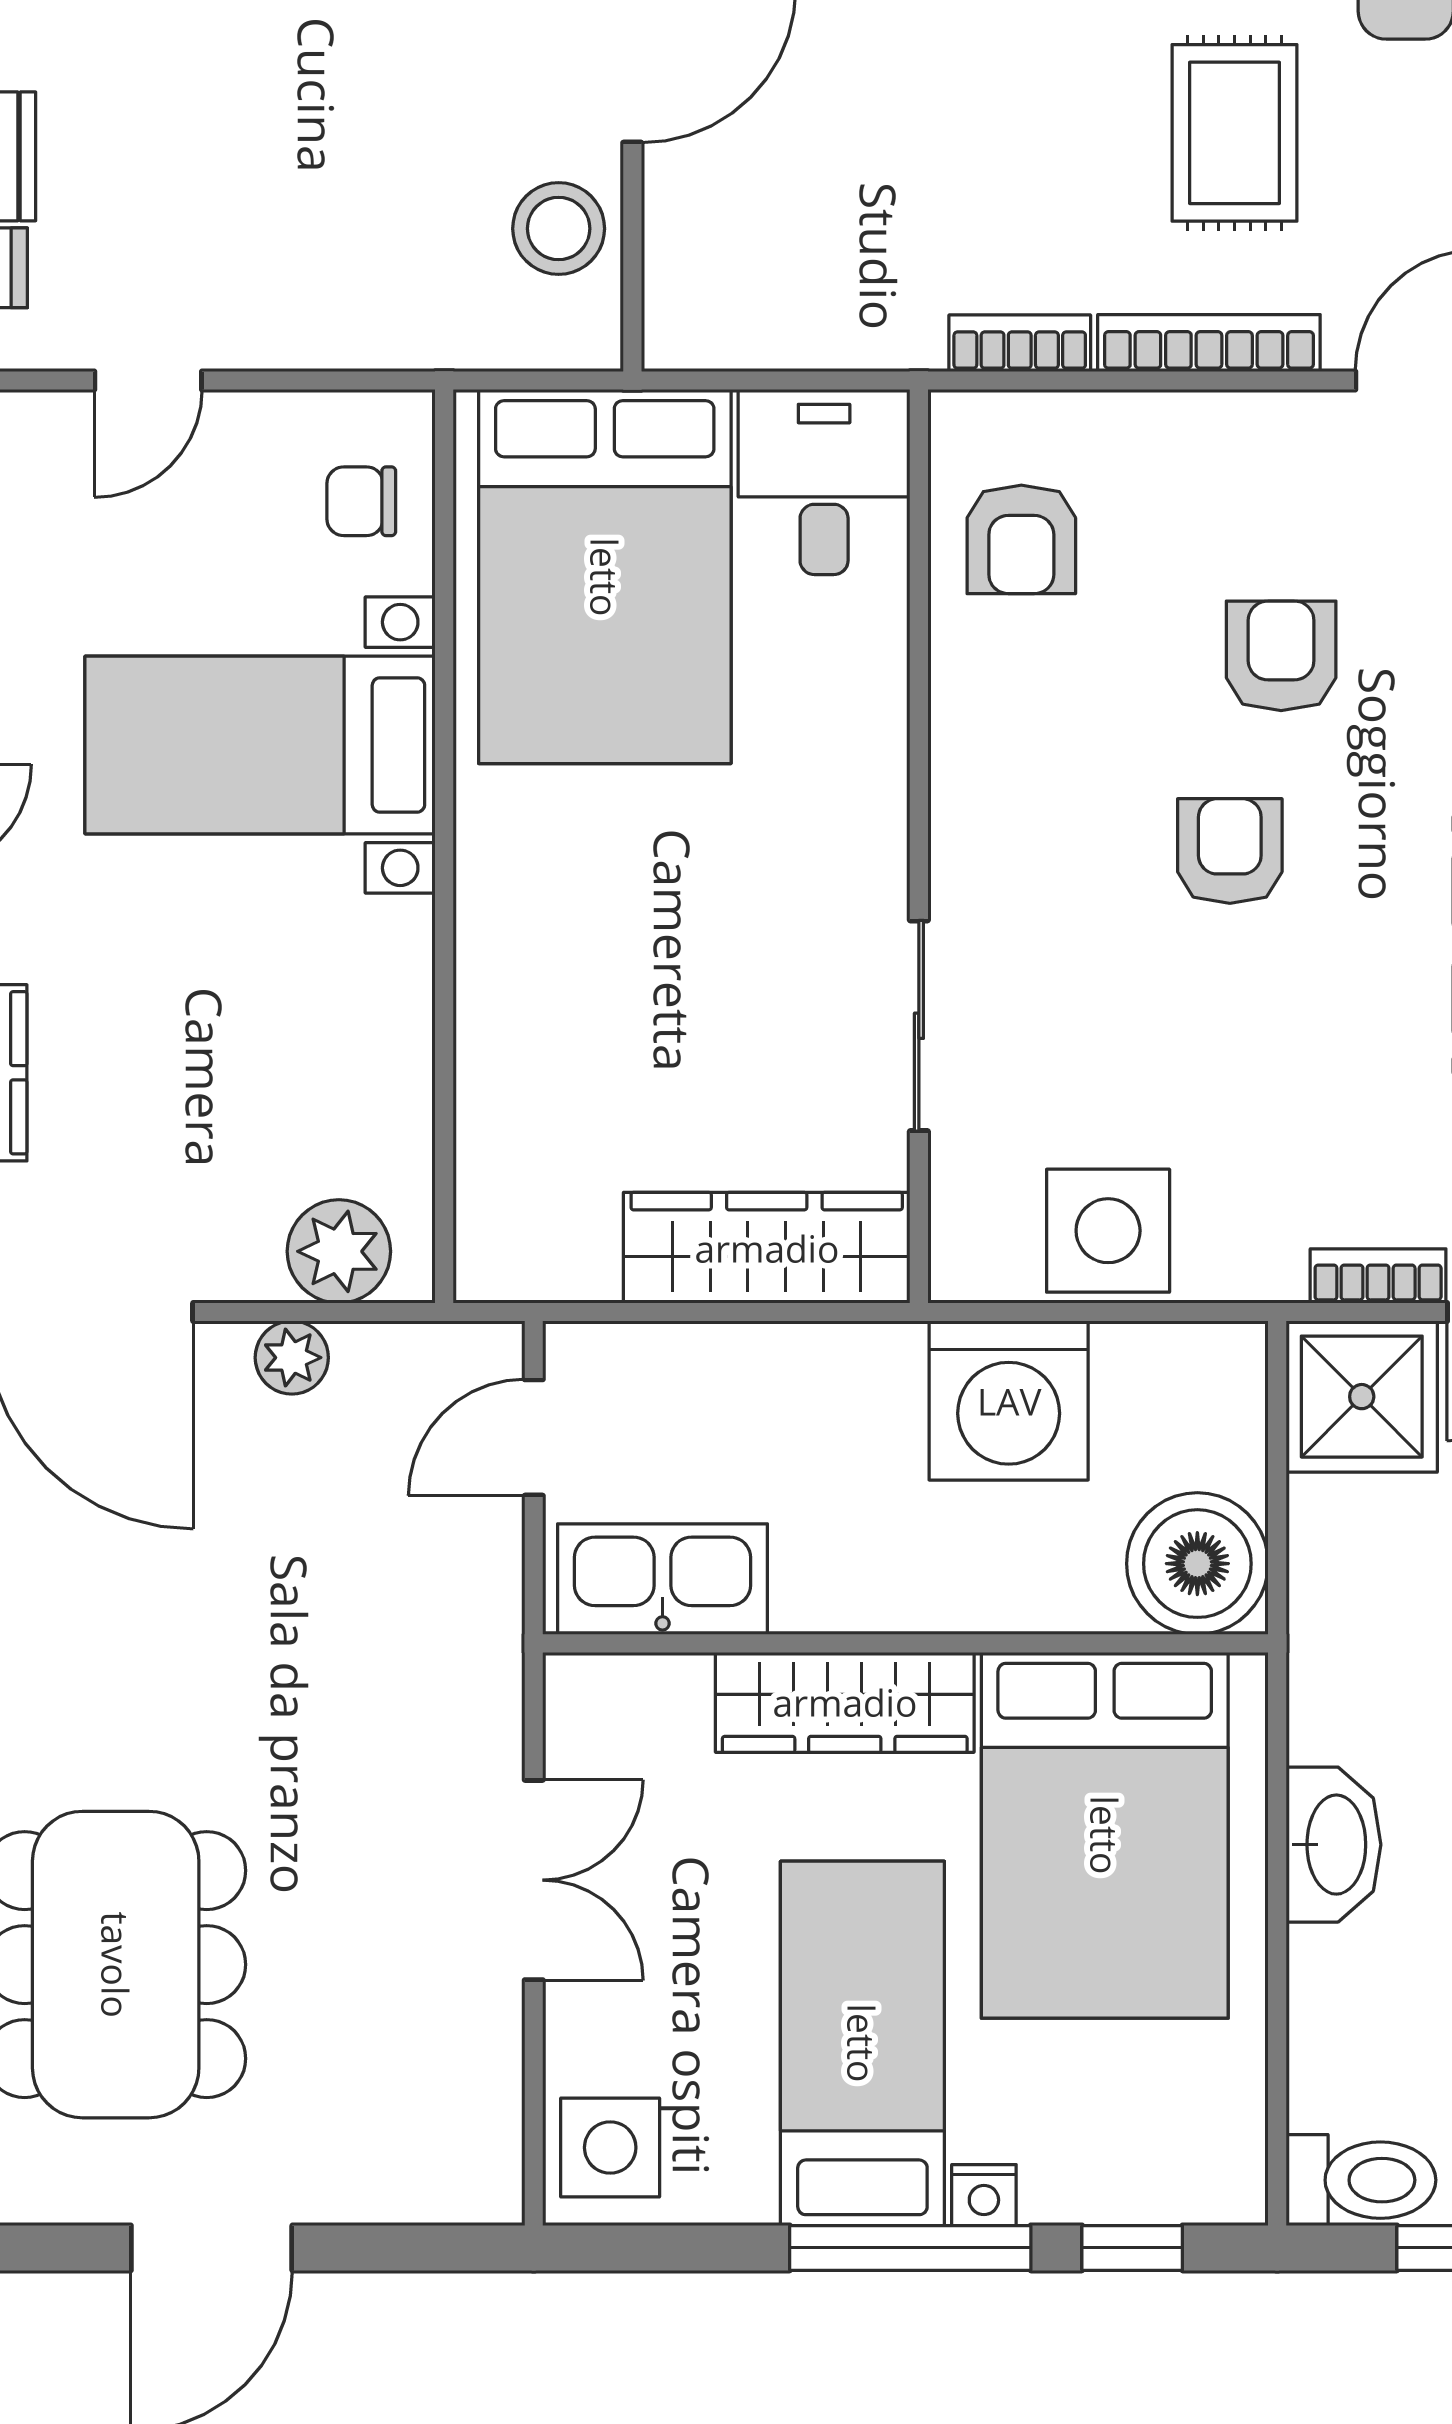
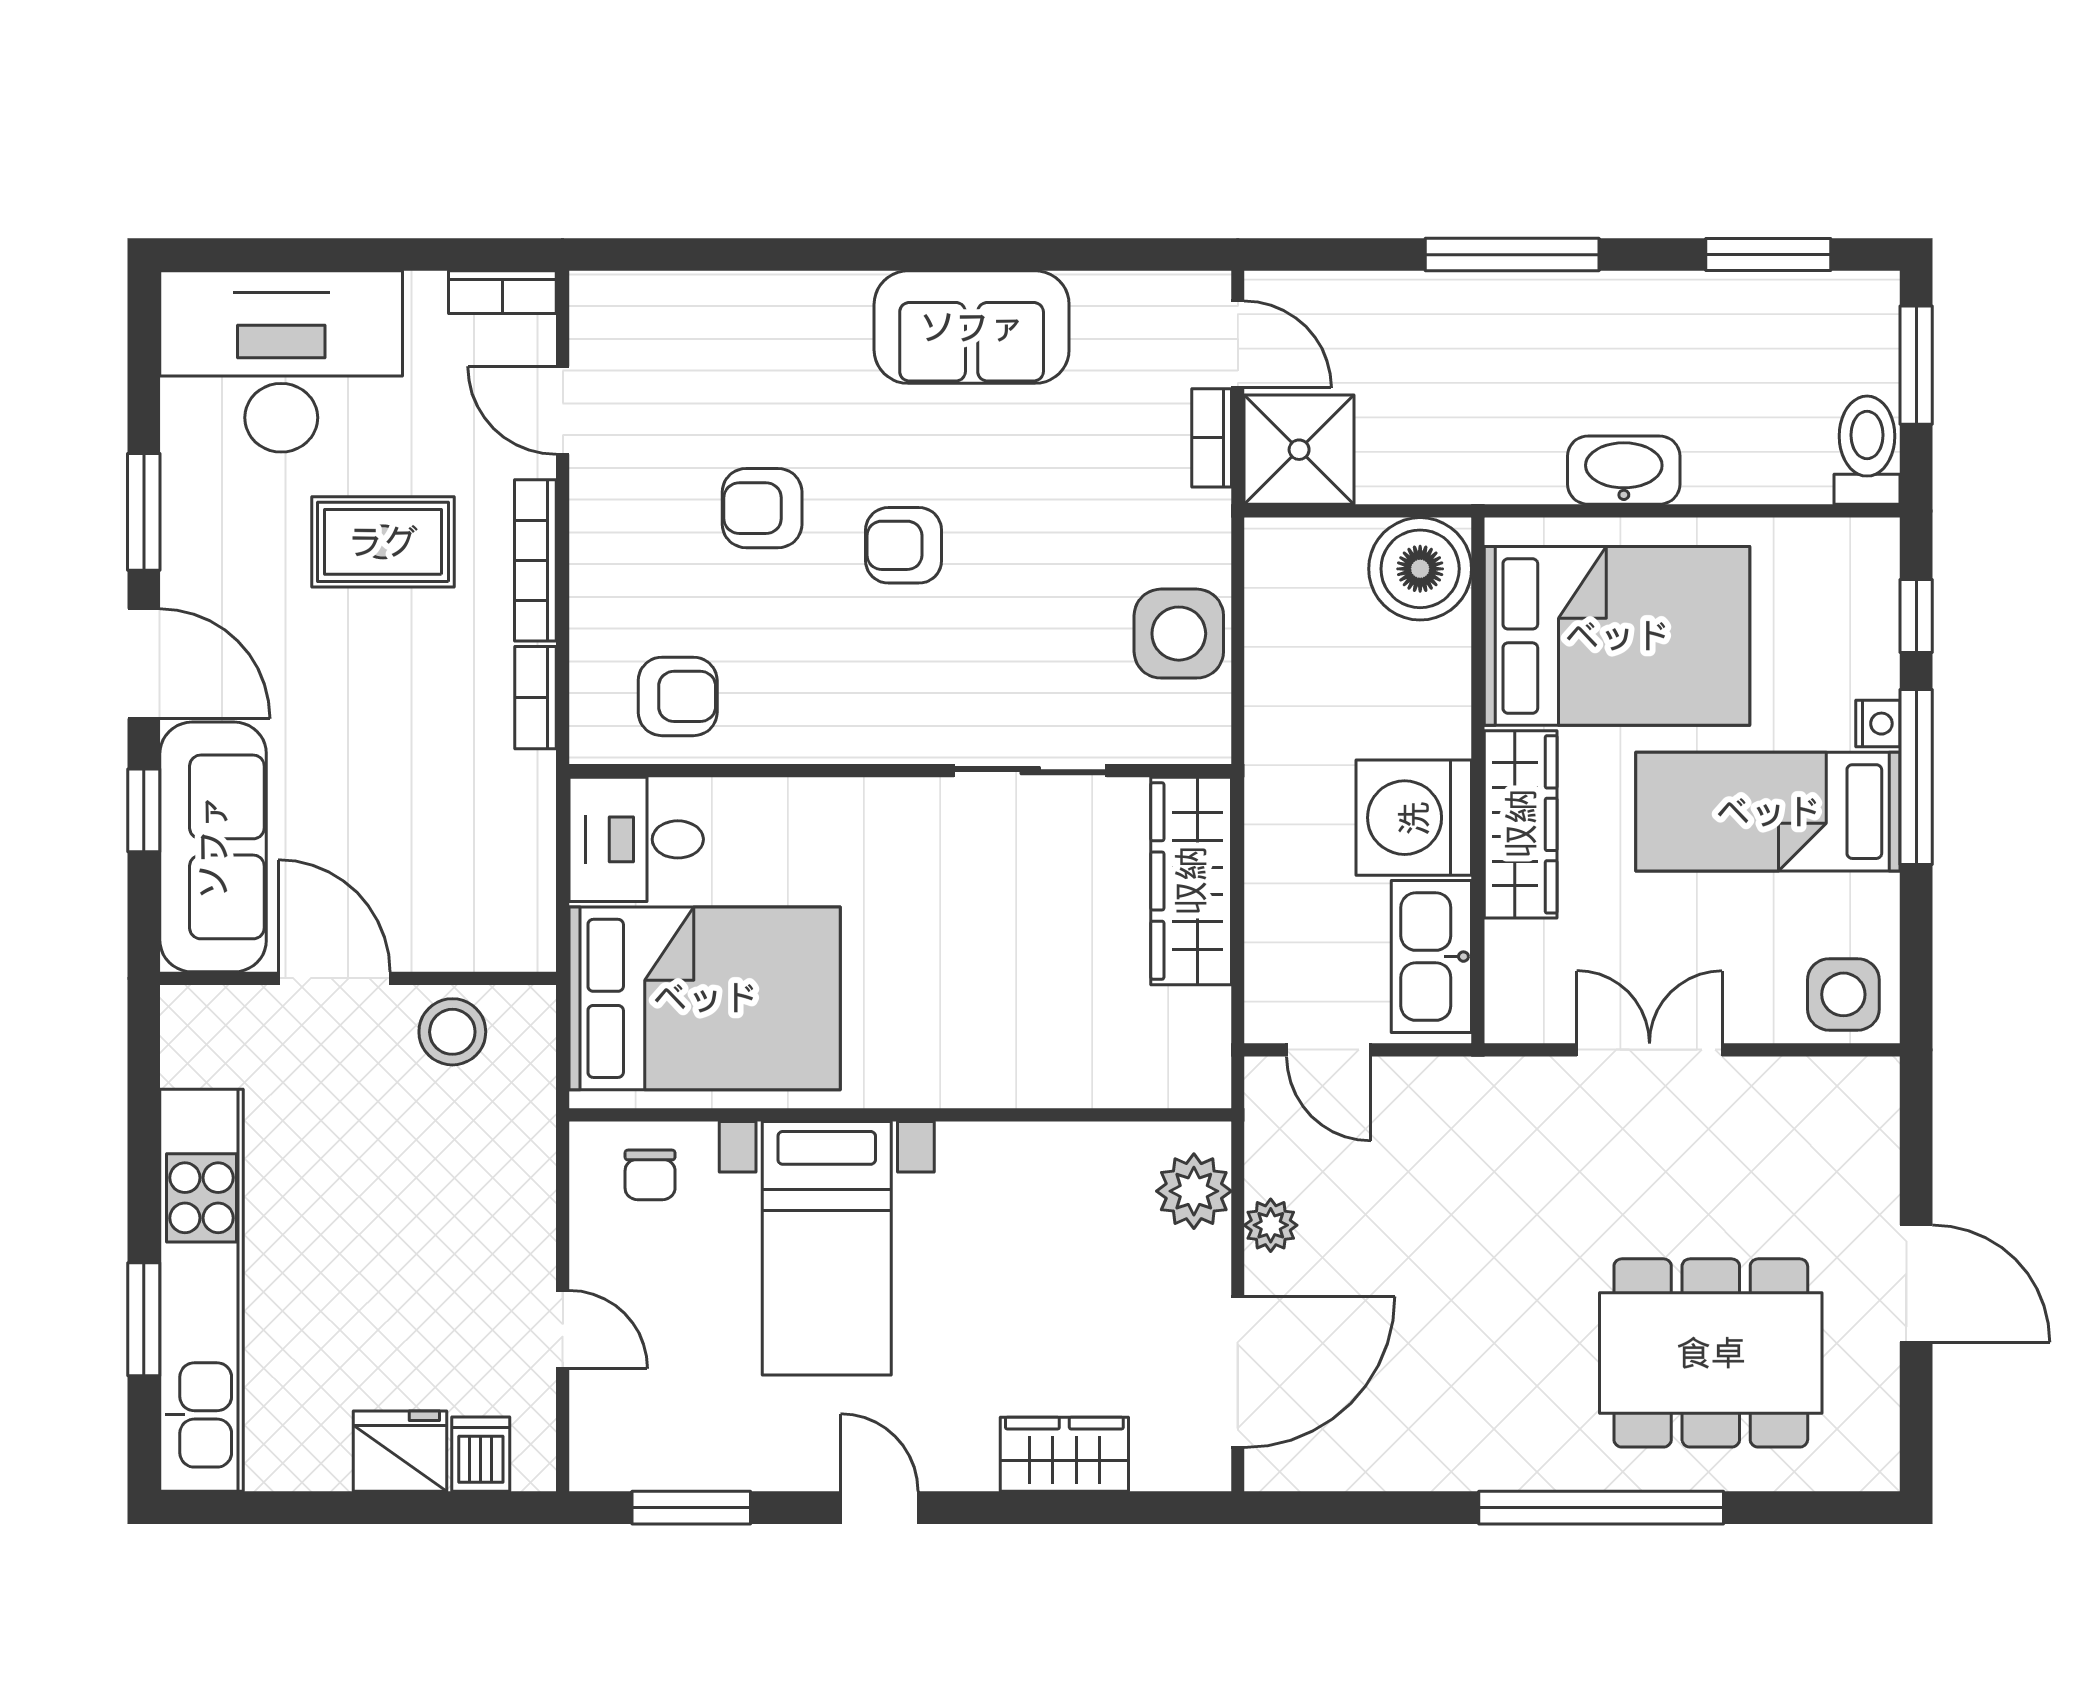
washing machine: (1009, 1401) -> (1414, 818), moved, turned 180

